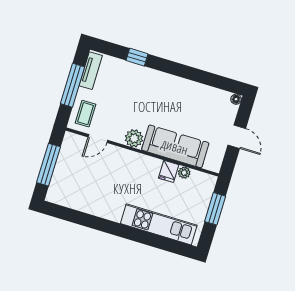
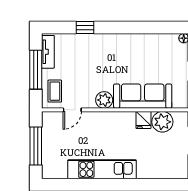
plant: (184, 173) -> (162, 122), width x1.87, depth x1.87
kitchen unit: (159, 224) -> (102, 169), moved

